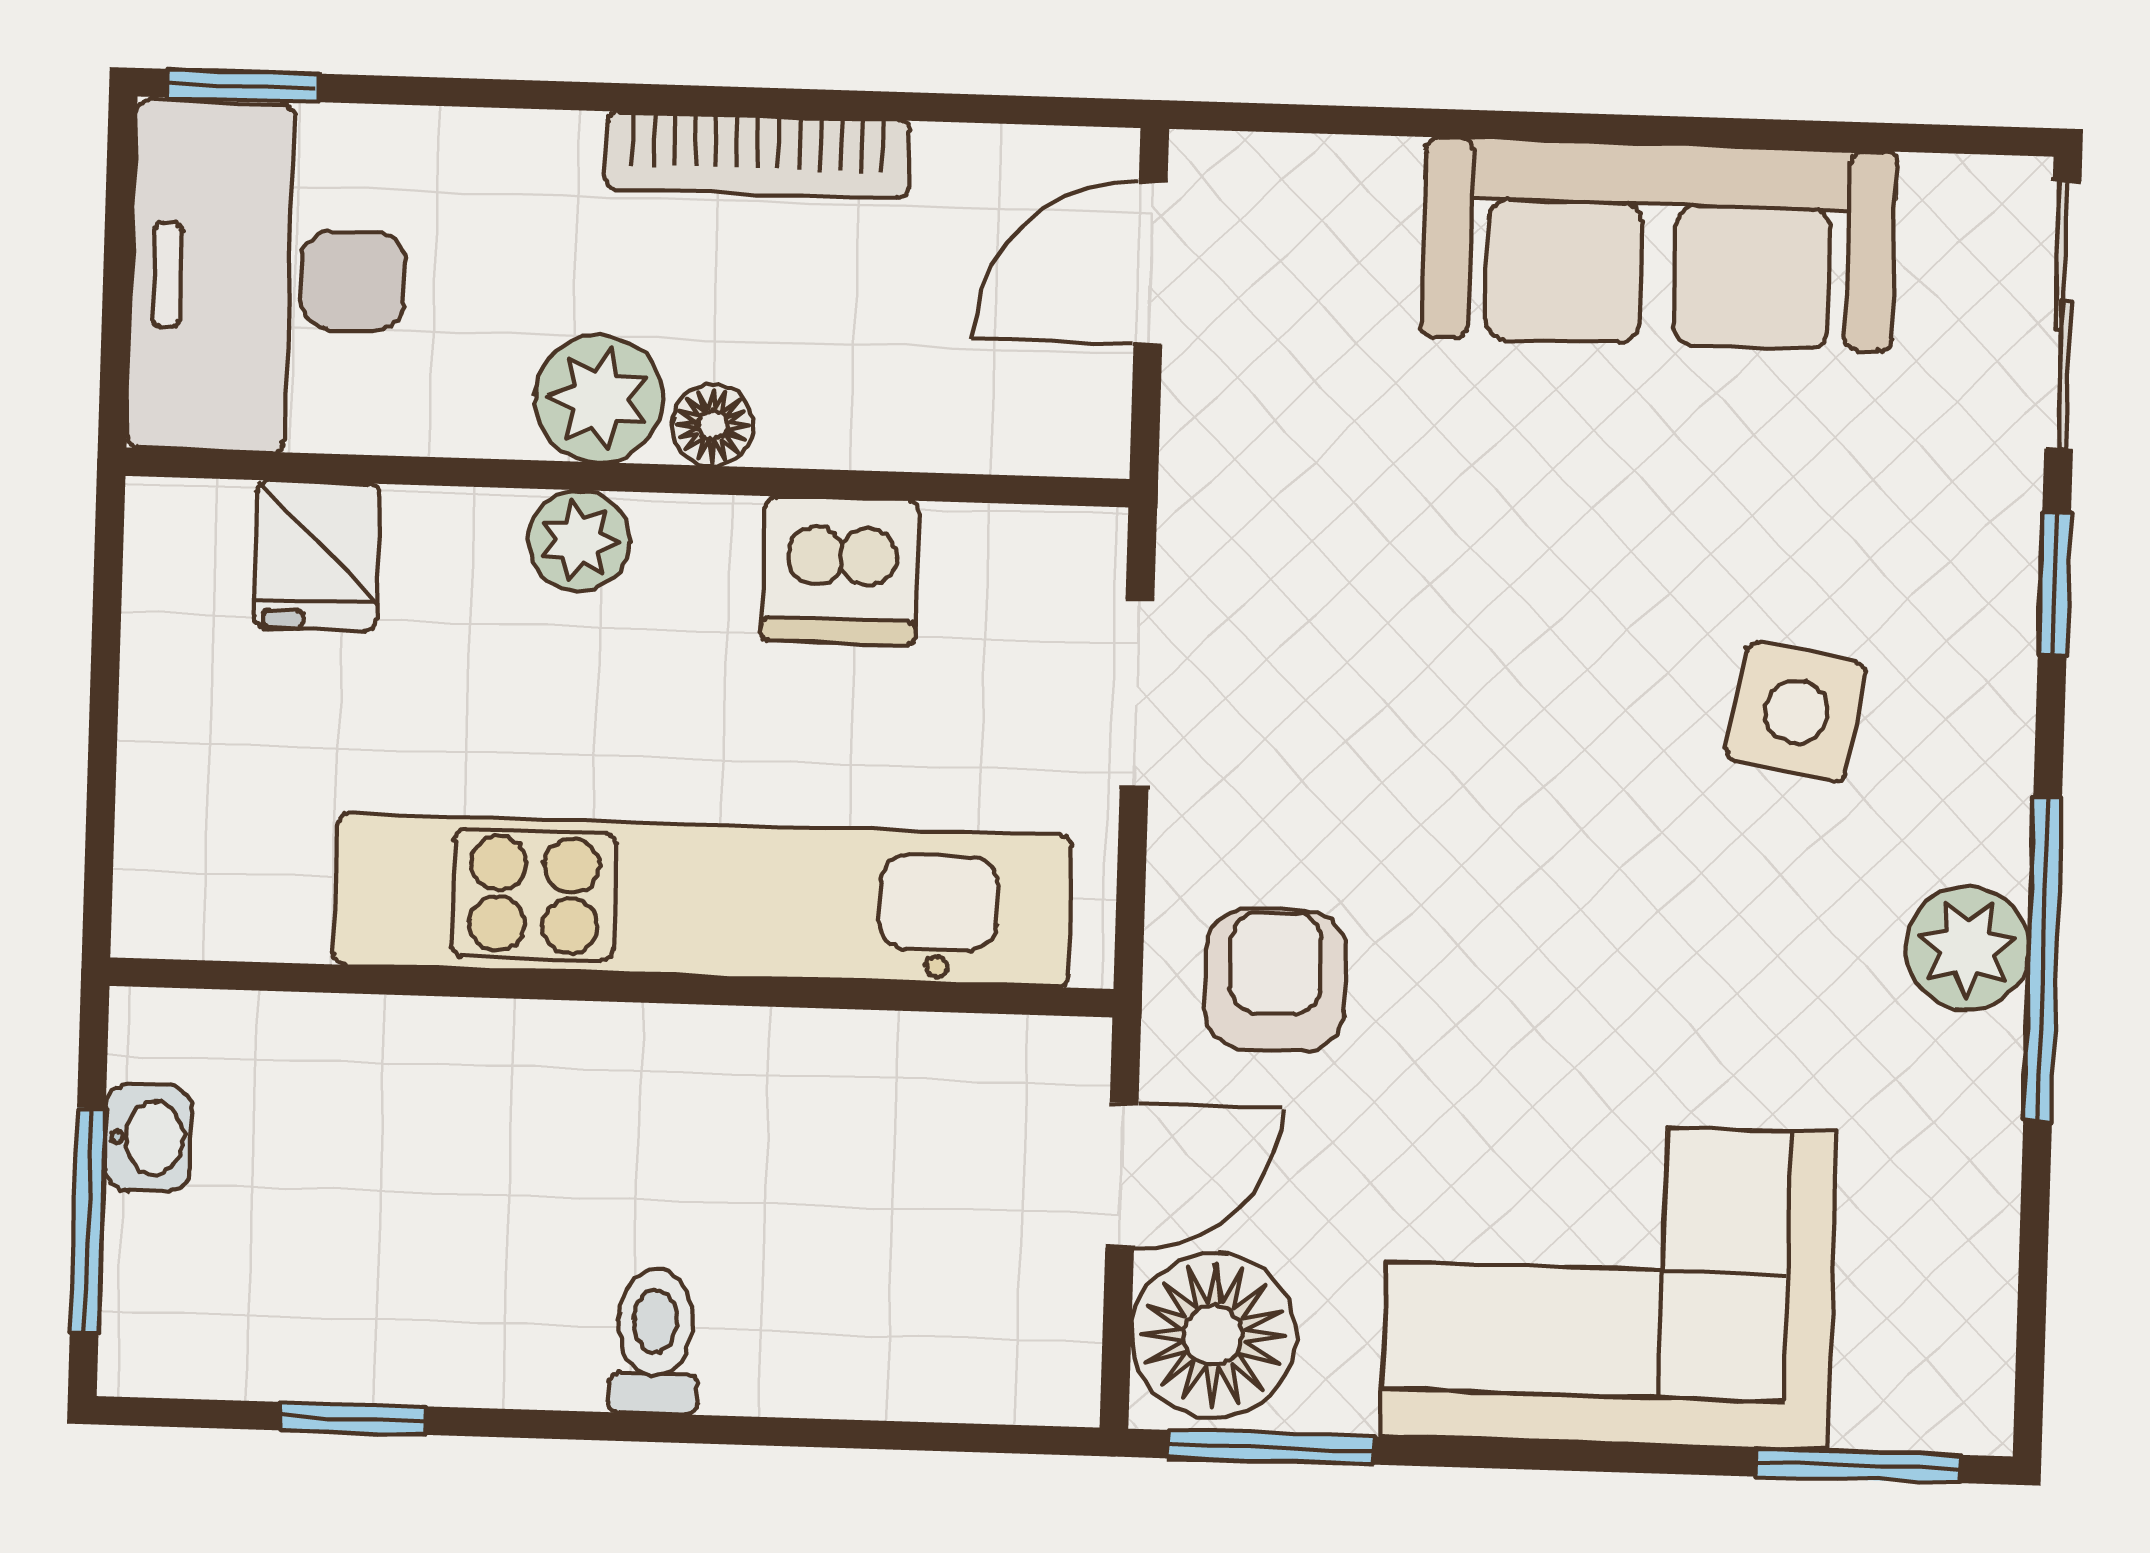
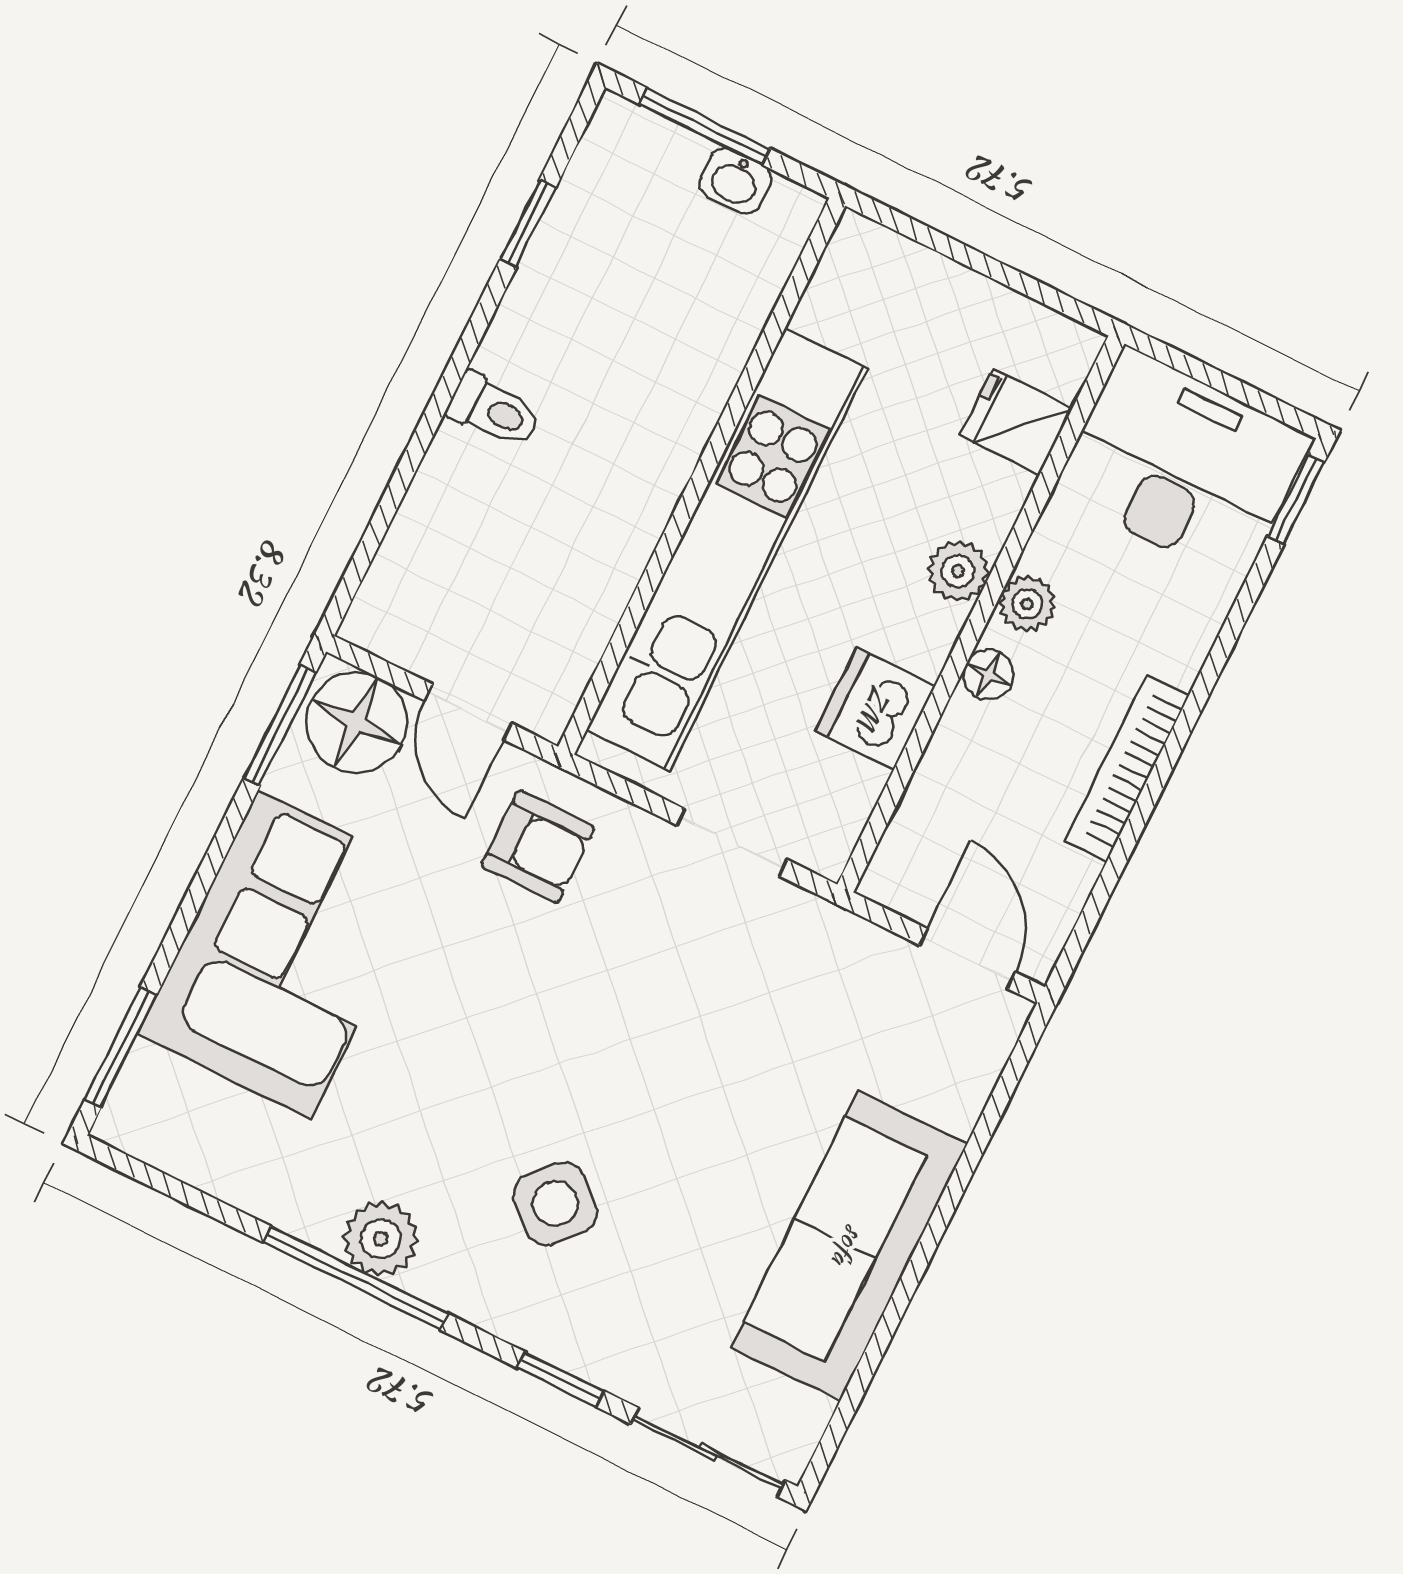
plant: (599, 398) -> (1027, 604), width x0.73, depth x0.73
side table: (1796, 712) -> (555, 1204), turned 32

